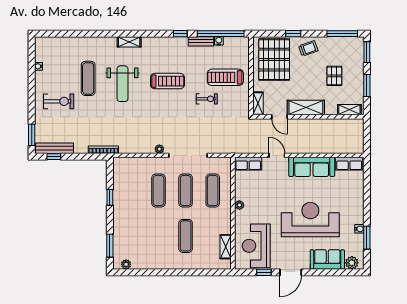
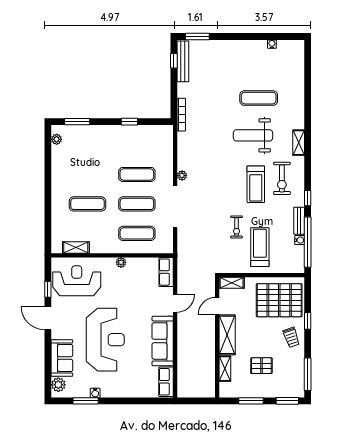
exercise bike: (59, 101) -> (282, 178), moved
shelving: (349, 110) -> (225, 369), moved

